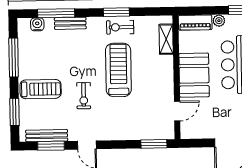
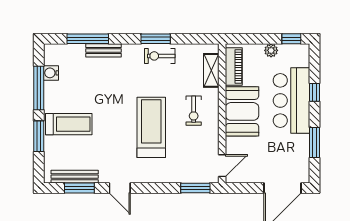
piano: (195, 23) -> (234, 67), moved, turned -90
water cooler: (37, 24) -> (51, 73), moved, turned -90
treadmill: (118, 70) -> (151, 127), moved
exercise bike: (84, 96) -> (194, 111), moved
door: (177, 111) -> (222, 166), moved
window: (14, 112) -> (39, 136), moved

